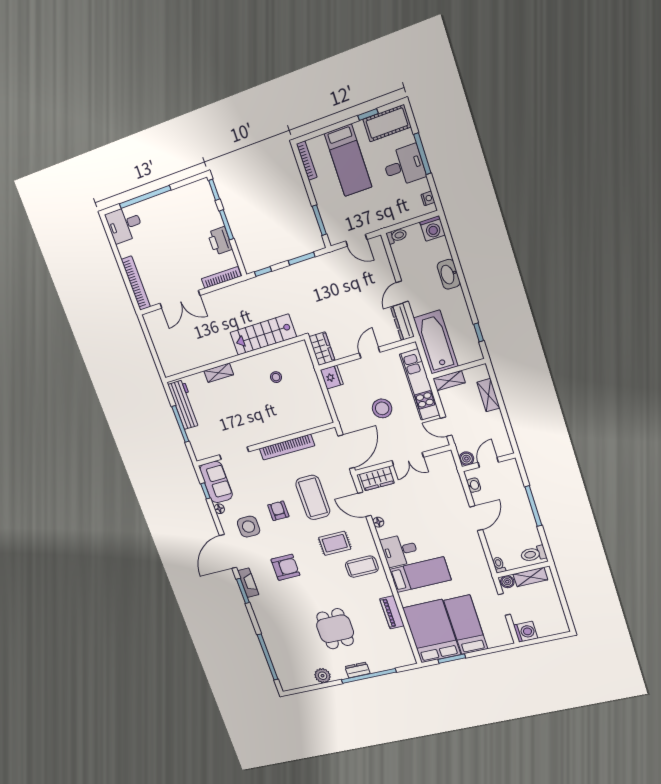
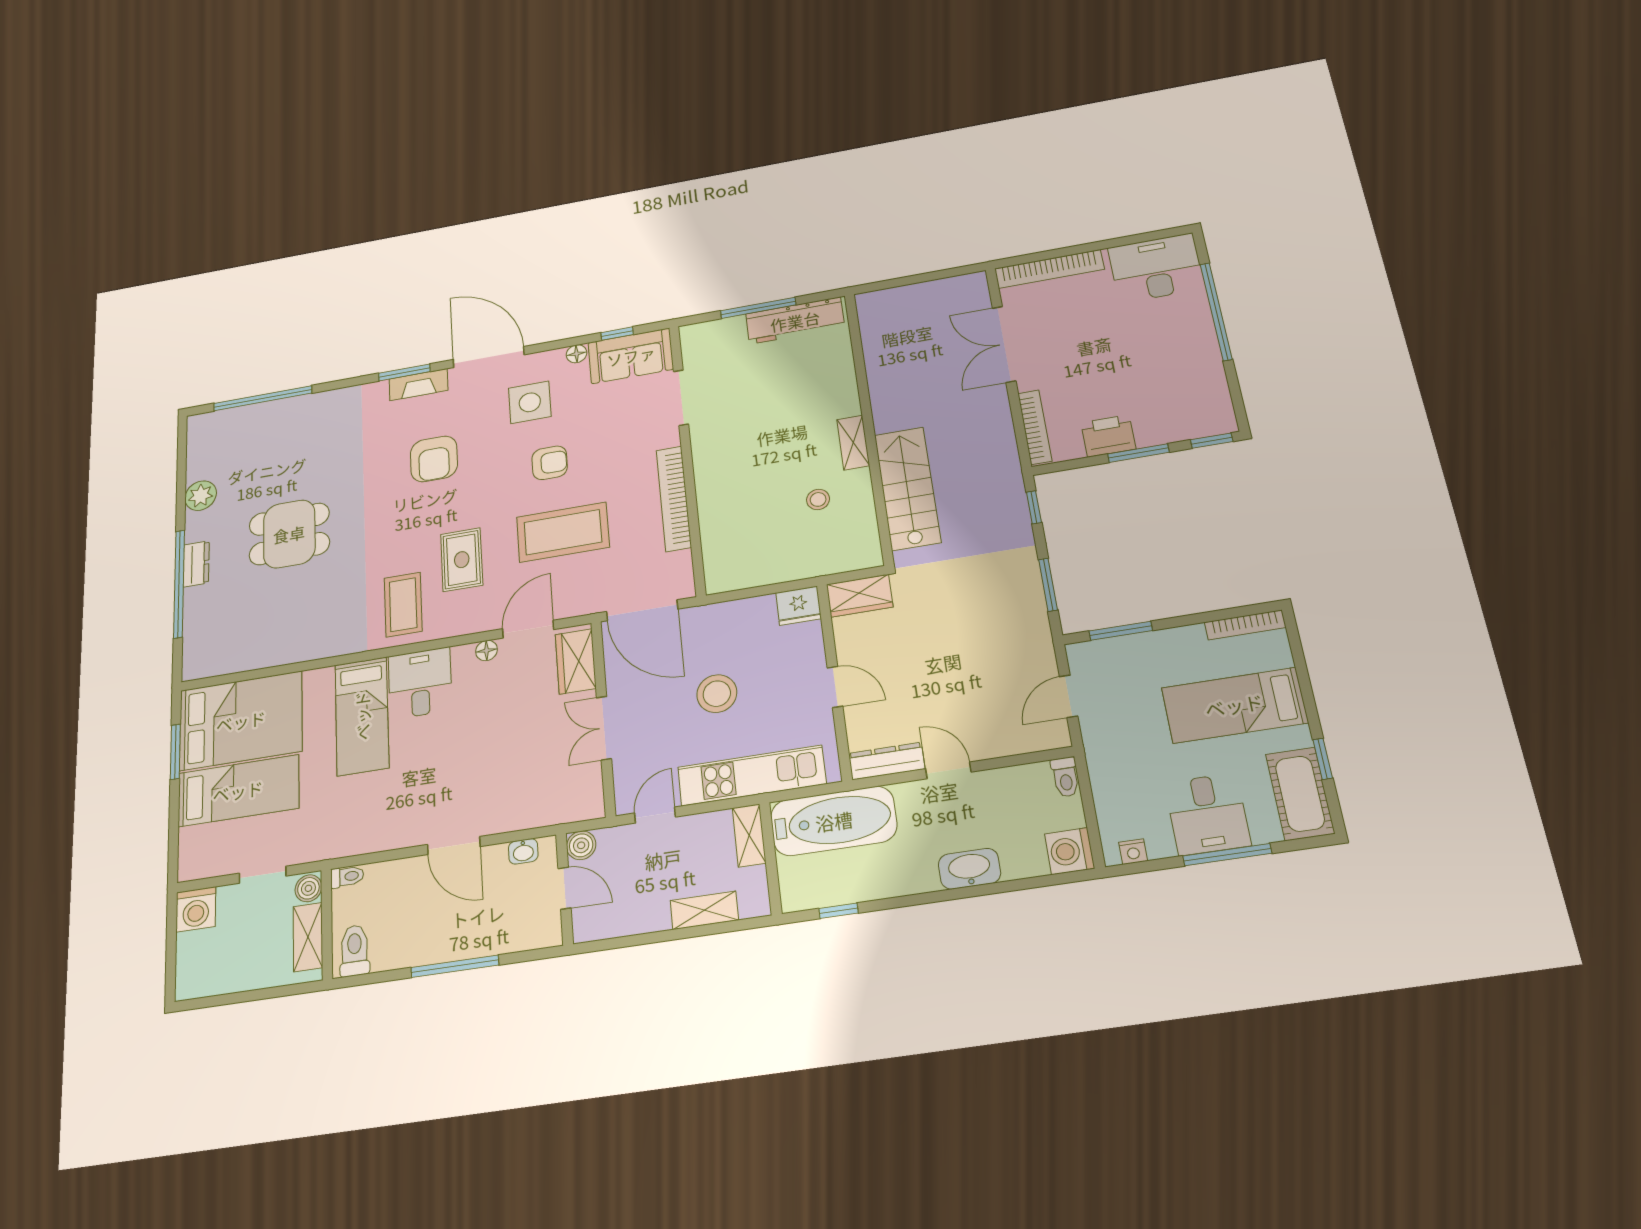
desk: (124, 224) -> (1156, 268), width x1.37
shelving: (219, 373) -> (853, 443), moved
piano: (392, 612) -> (297, 649), removed

